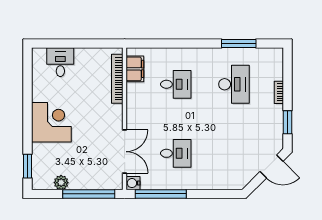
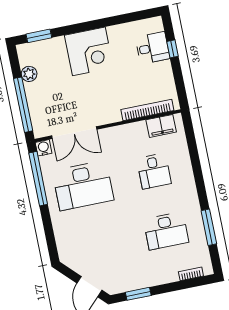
window: (65, 44) -> (173, 49), added
bookcase: (279, 92) -> (191, 274), moved
desk: (176, 153) -> (83, 185), width x1.87, depth x1.30

